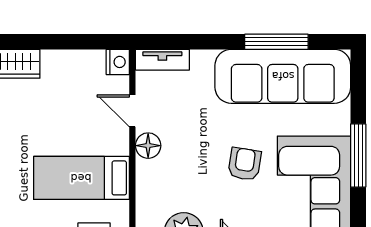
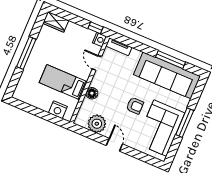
window: (100, 42) -> (95, 28), added
floor lamp: (148, 146) -> (92, 93), moved
armchair: (245, 164) -> (135, 106), turned 81

